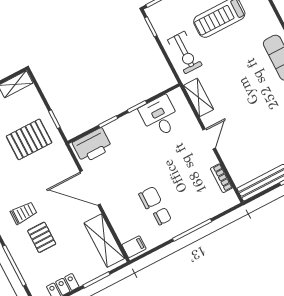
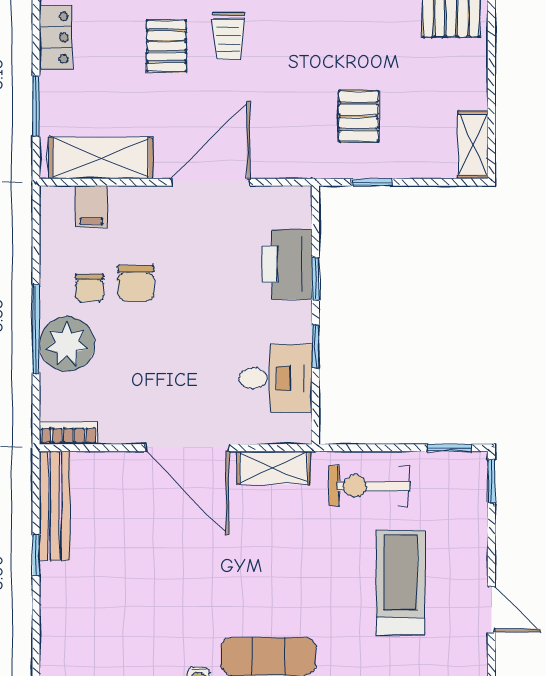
pallet: (29, 139) -> (359, 116), width x0.67, depth x0.71
door: (209, 139) -> (187, 448), width x1.87
printer: (92, 146) -> (287, 264), moved
bookcase: (221, 178) -> (68, 433), moved
plant: (191, 214) -> (67, 344), added
pallet: (42, 237) -> (167, 46), turned 90
filing cabinet: (134, 247) -> (91, 207), moved

